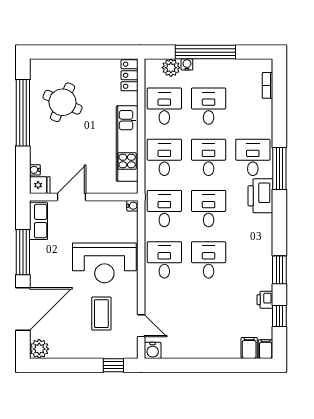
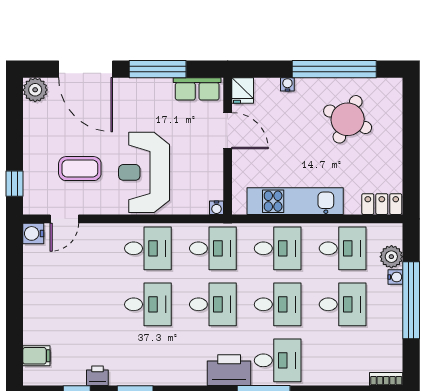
bookcase: (267, 85) -> (386, 379), moved
water cooler: (35, 170) -> (287, 84), moved
filing cabinet: (266, 349) -> (35, 377), removed

